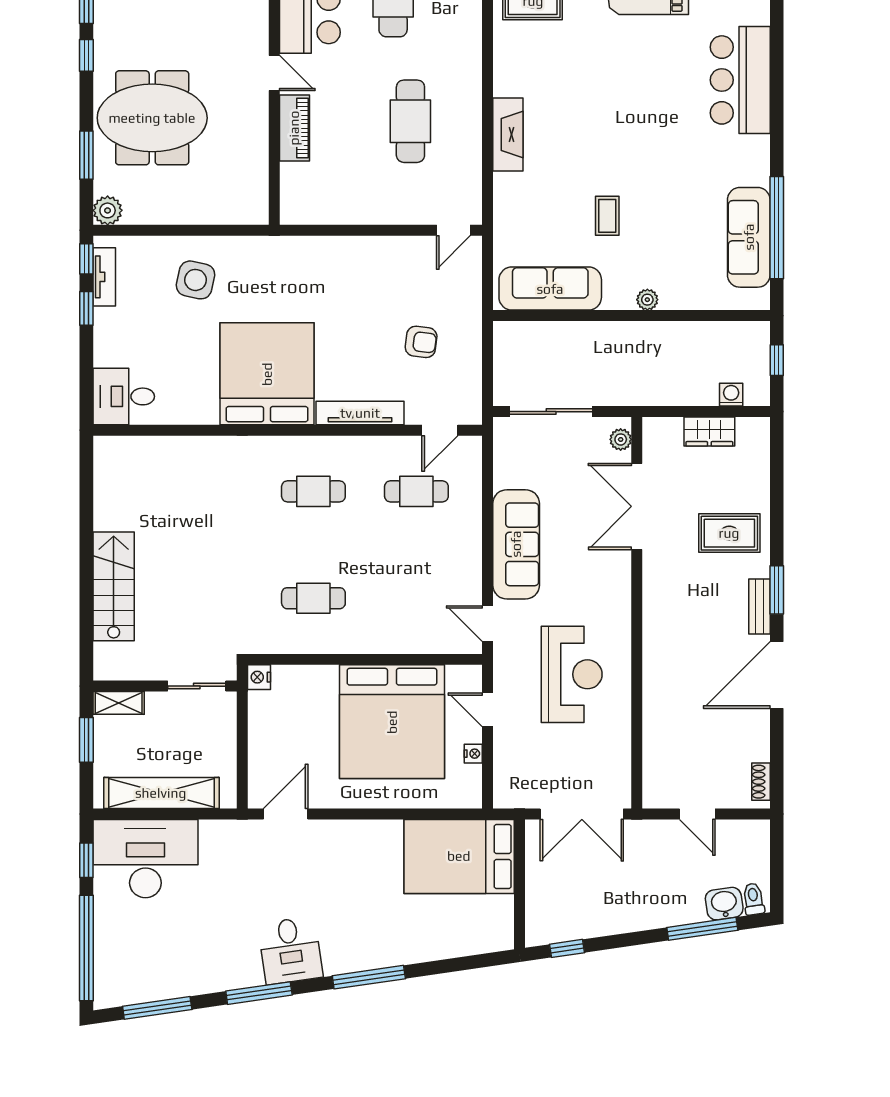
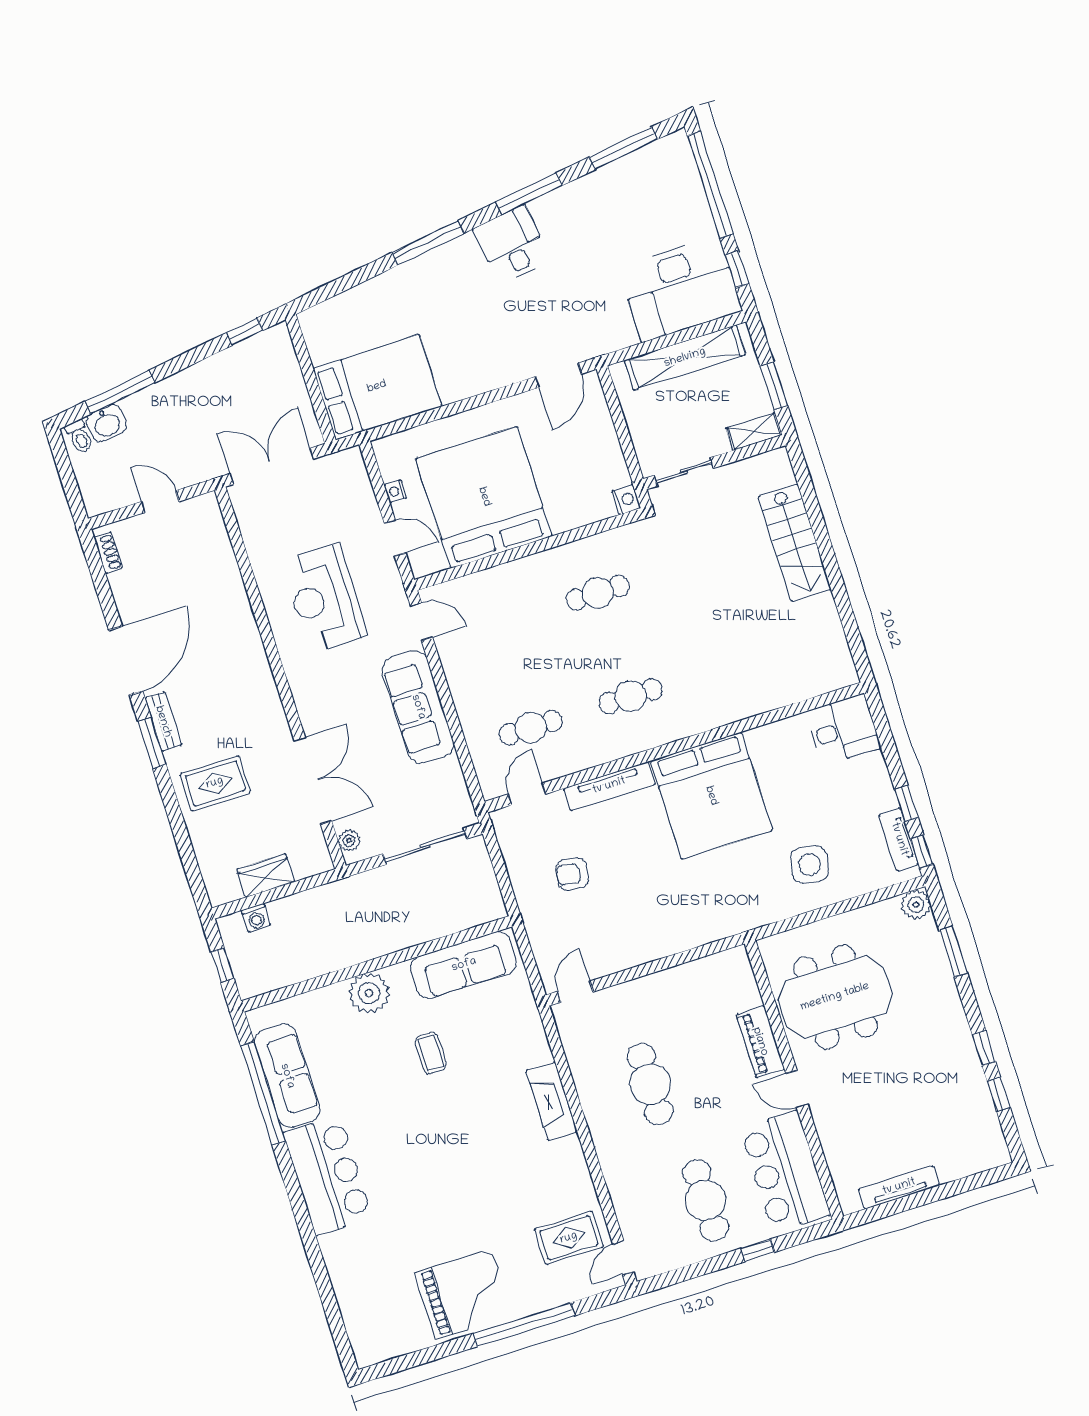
bar counter: (740, 80) -> (328, 1175), moved
meeting table: (152, 118) -> (835, 997), moved
plant: (647, 300) -> (369, 993), width x1.87, depth x1.87

